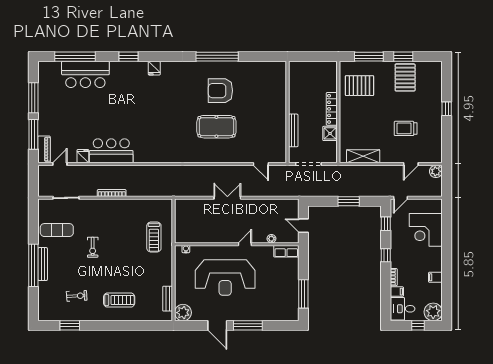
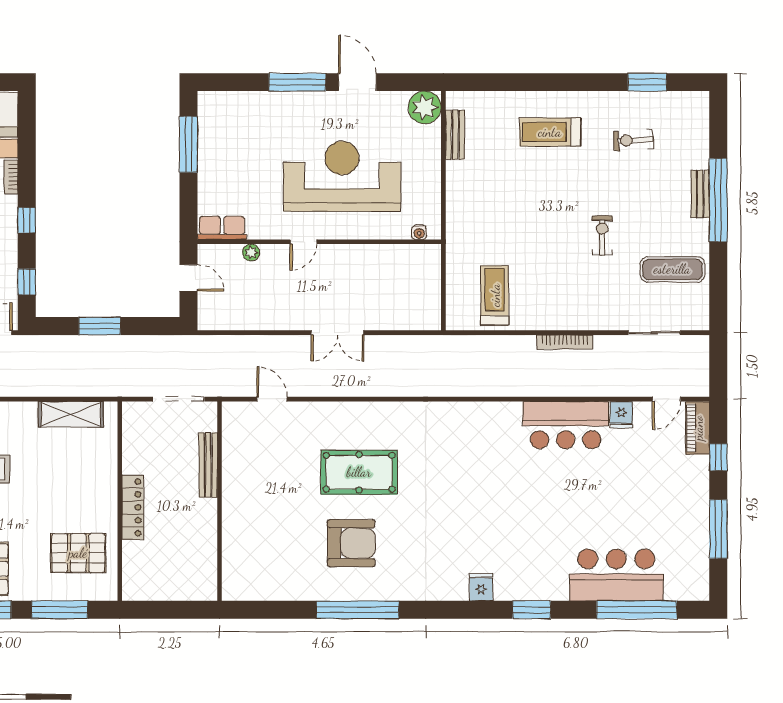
shower: (330, 133) -> (136, 459), removed
window: (33, 134) -> (718, 457), width x0.46
treadmill: (154, 237) -> (495, 295), moved
bench: (43, 264) -> (700, 194), width x0.73

